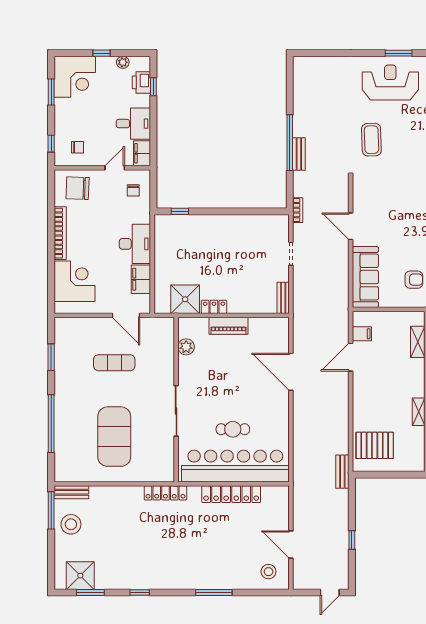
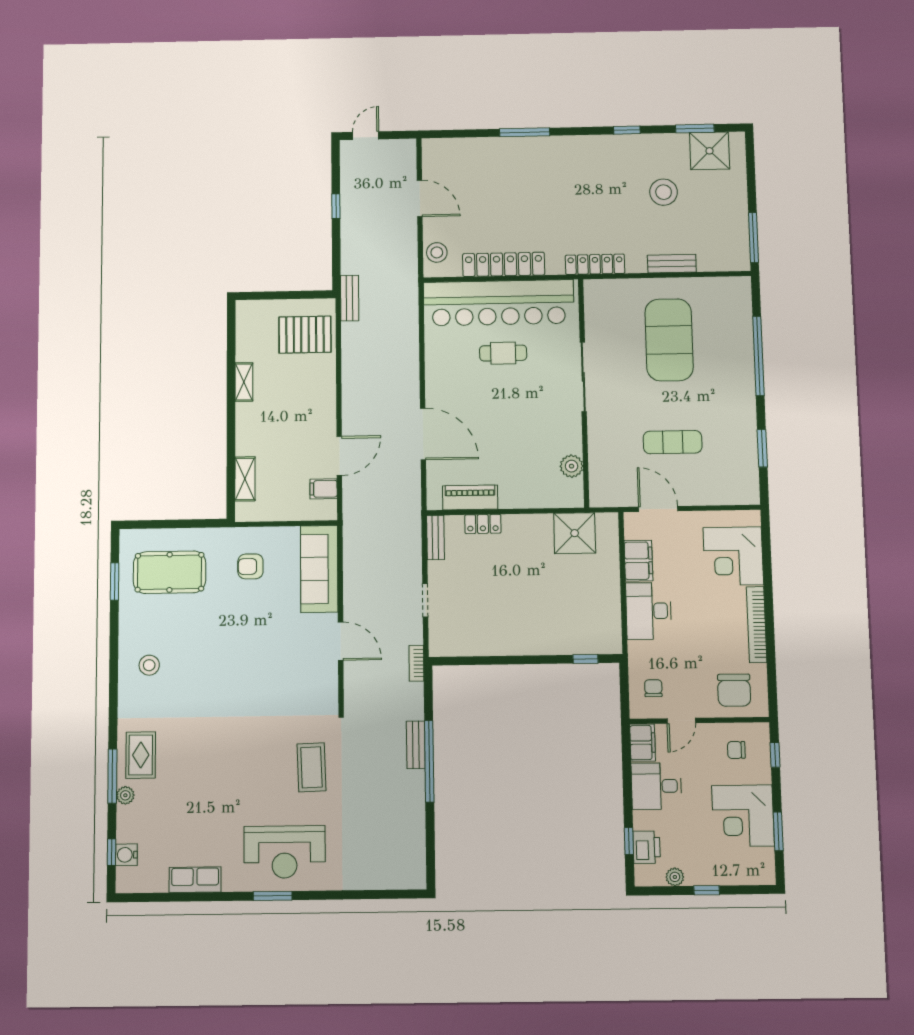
corner desk: (75, 77) -> (743, 816), moved, turned -90
chair: (78, 188) -> (734, 690), turned 88
locker: (214, 307) -> (483, 524), moved
piano: (228, 326) -> (470, 497), moved
bench: (71, 492) -> (672, 264), moved
stool: (71, 524) -> (664, 192), moved
stool: (268, 572) -> (437, 252), moved

